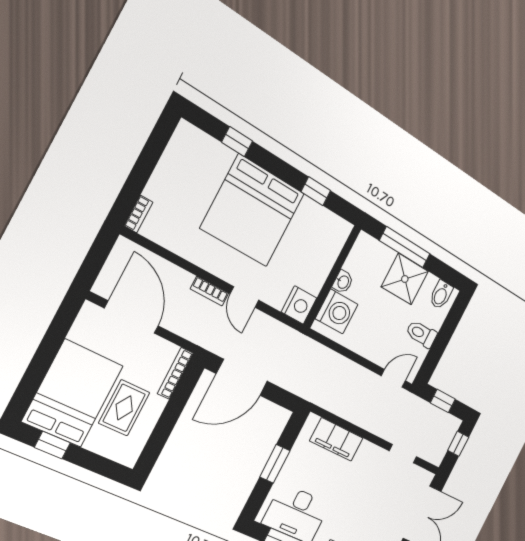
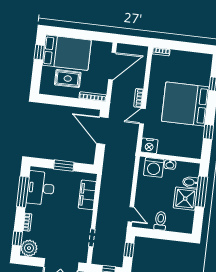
bidet: (441, 295) -> (190, 182), moved

